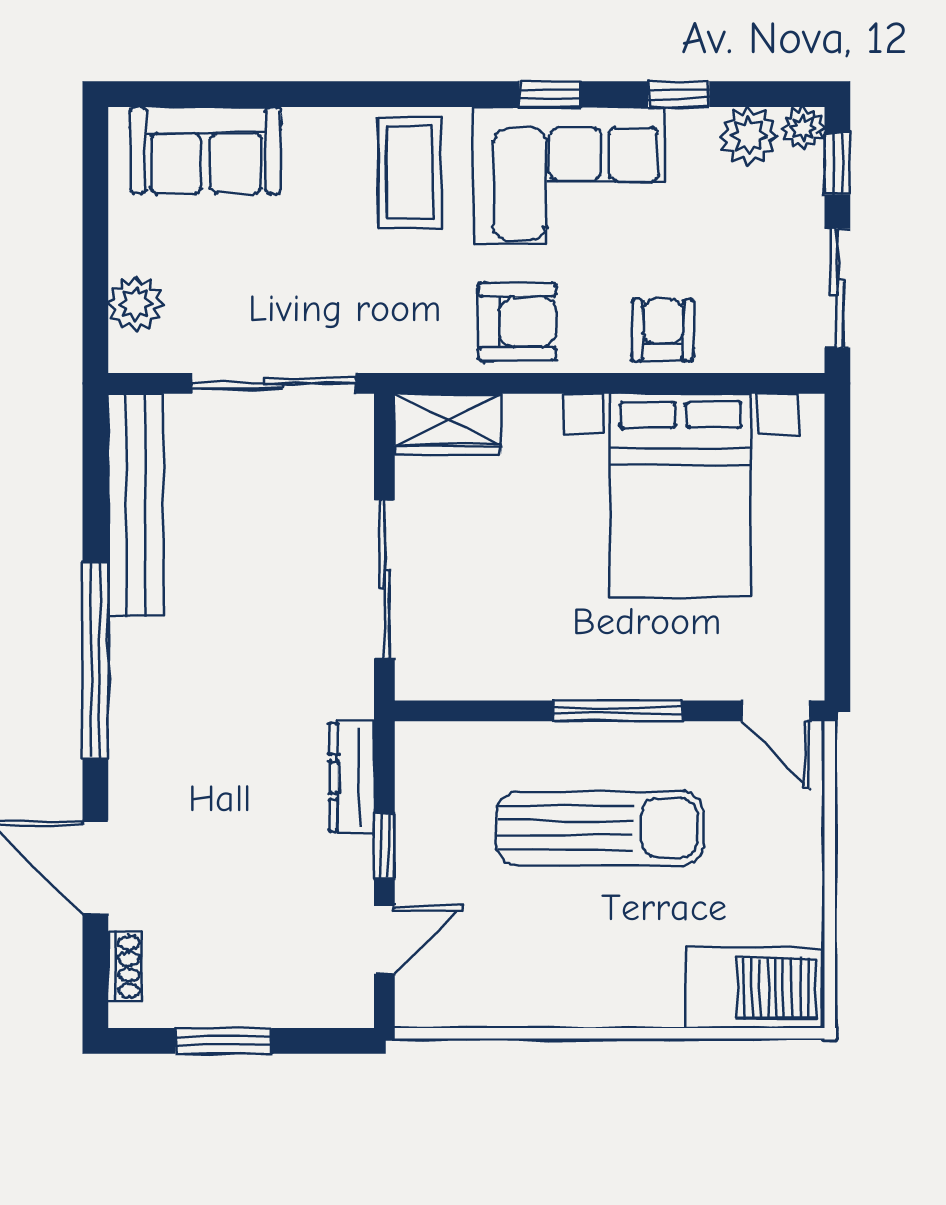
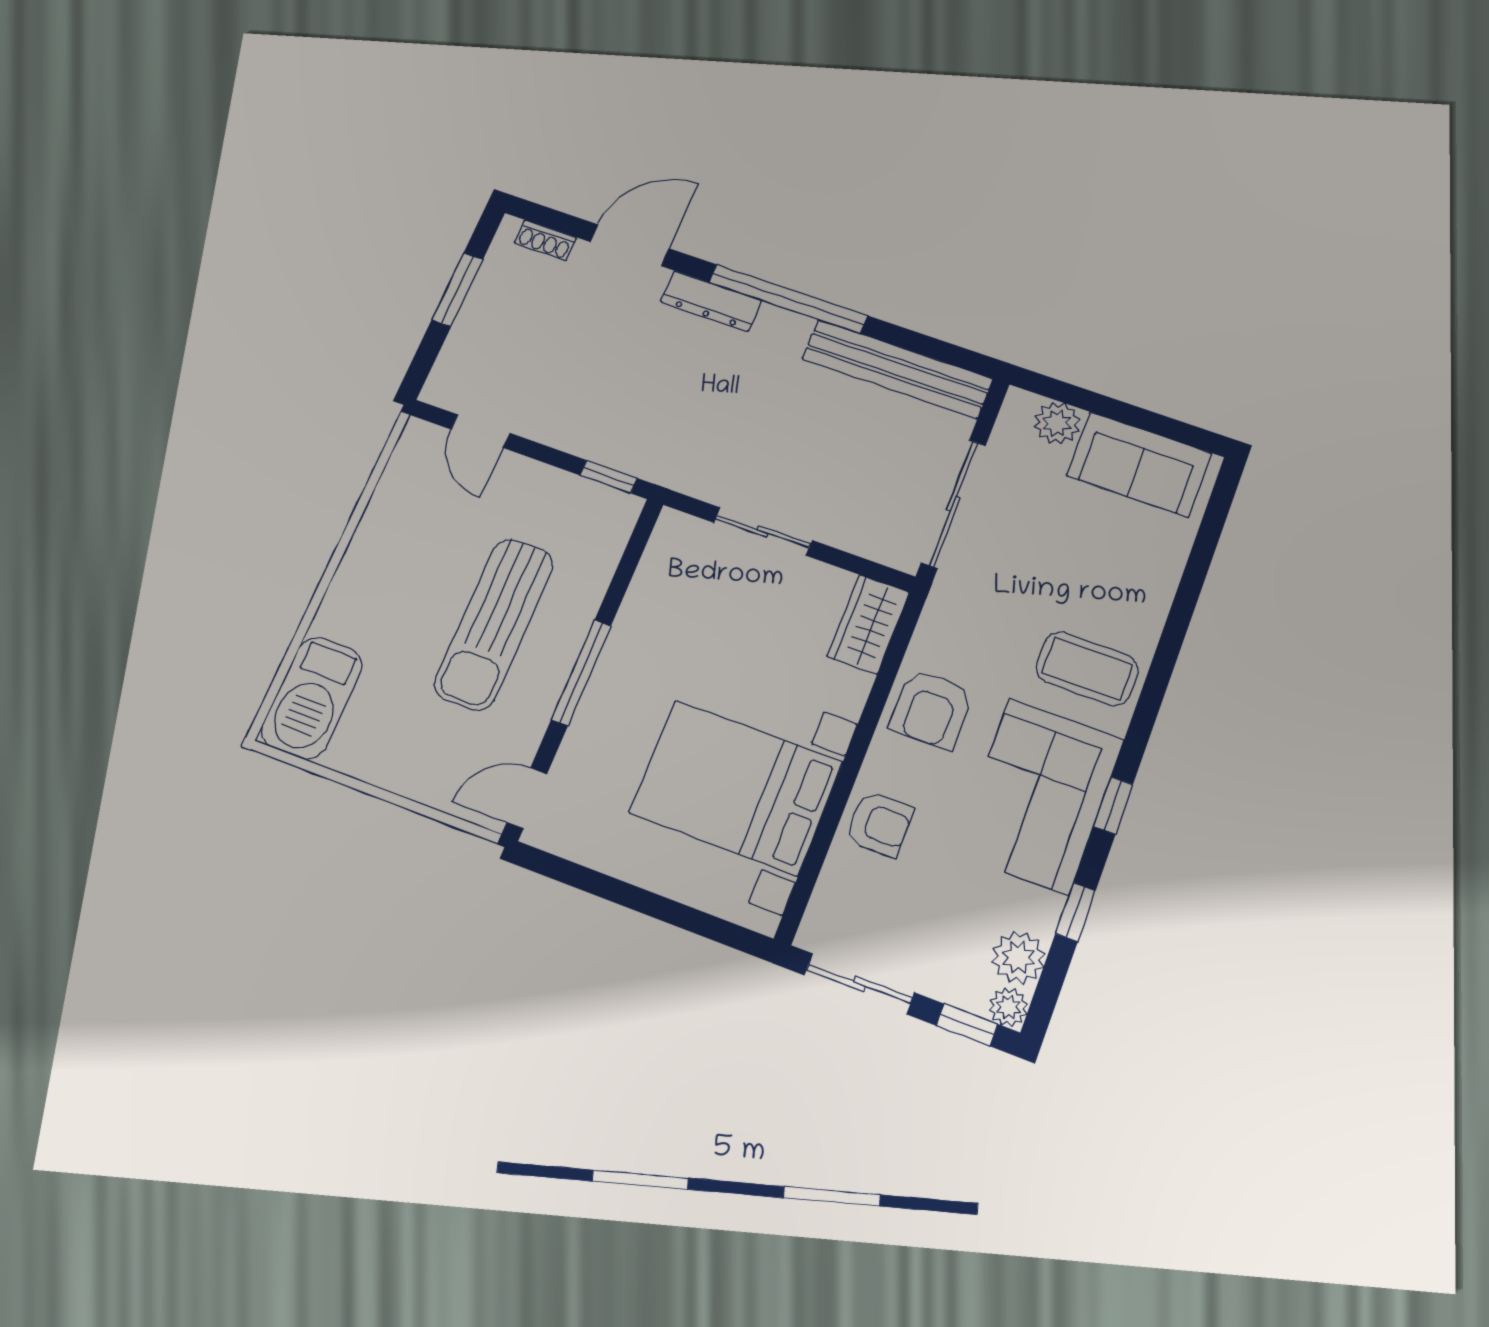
sofa: (206, 150) -> (1139, 464), moved, turned -90
sliding door: (384, 579) -> (763, 531), width x0.73
dresser: (352, 777) -> (711, 301), moved, turned 180
window: (384, 846) -> (609, 477), moved

